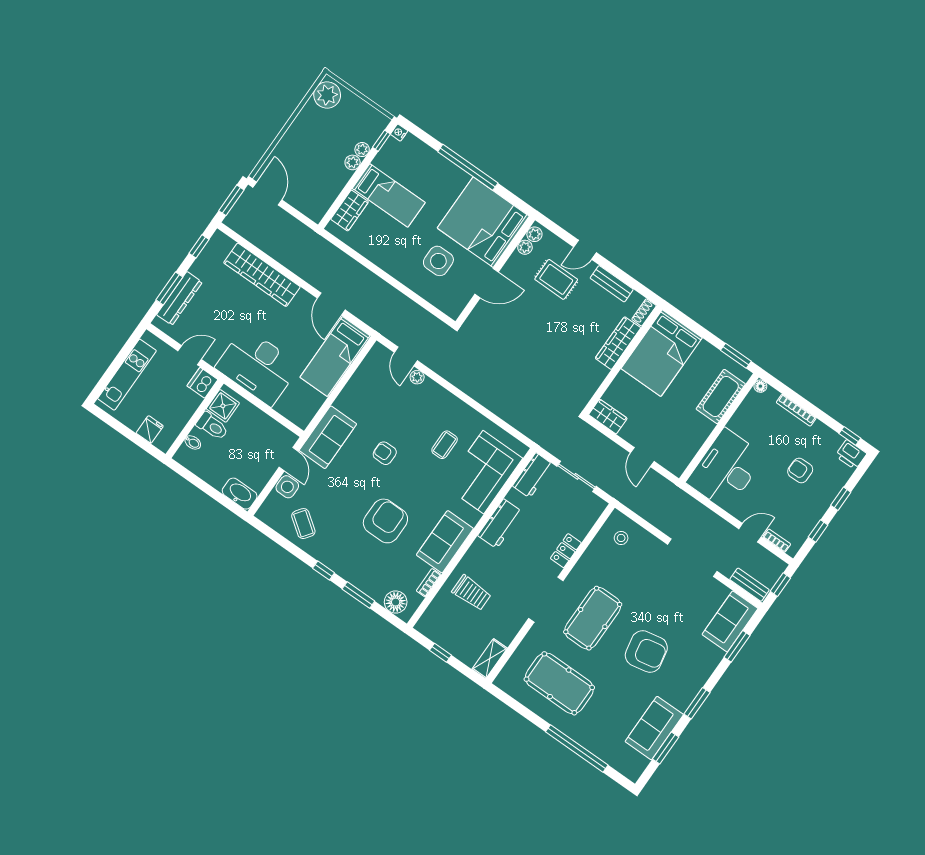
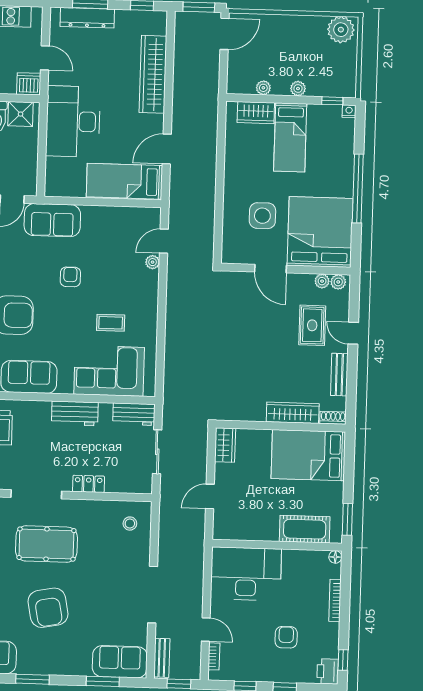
plant: (362, 150) -> (263, 88), moved

